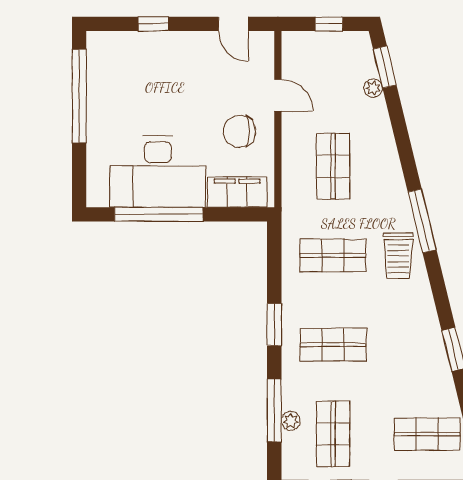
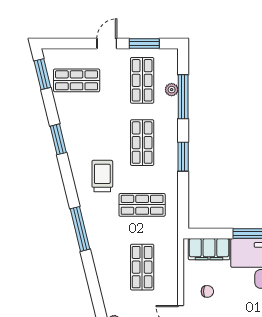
chair: (240, 131) -> (207, 291), width x0.54, depth x0.54
trolley: (398, 256) -> (102, 176), moved
shop shelf: (333, 345) -> (142, 143), turned 90

